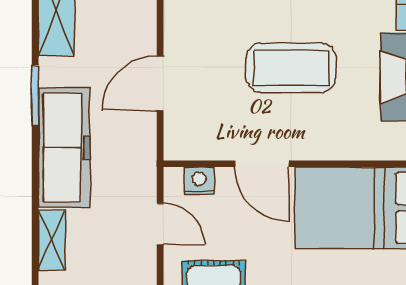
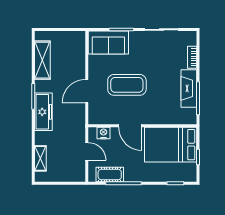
coffee table: (291, 68) -> (127, 85), moved
freezer: (64, 148) -> (43, 112), width x0.73, depth x0.79

